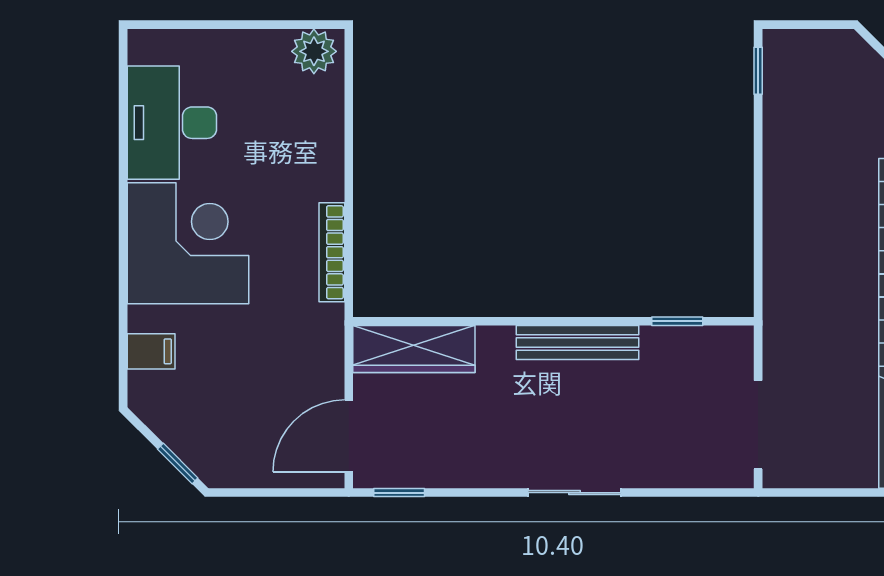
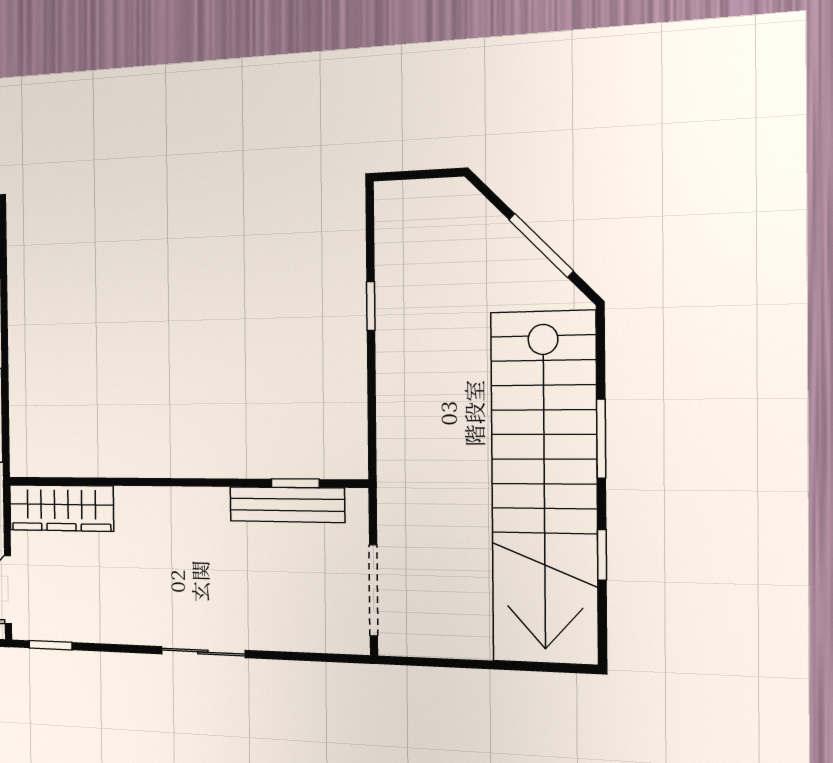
window: (758, 71) -> (371, 306), moved
bench: (578, 343) -> (287, 505), moved

